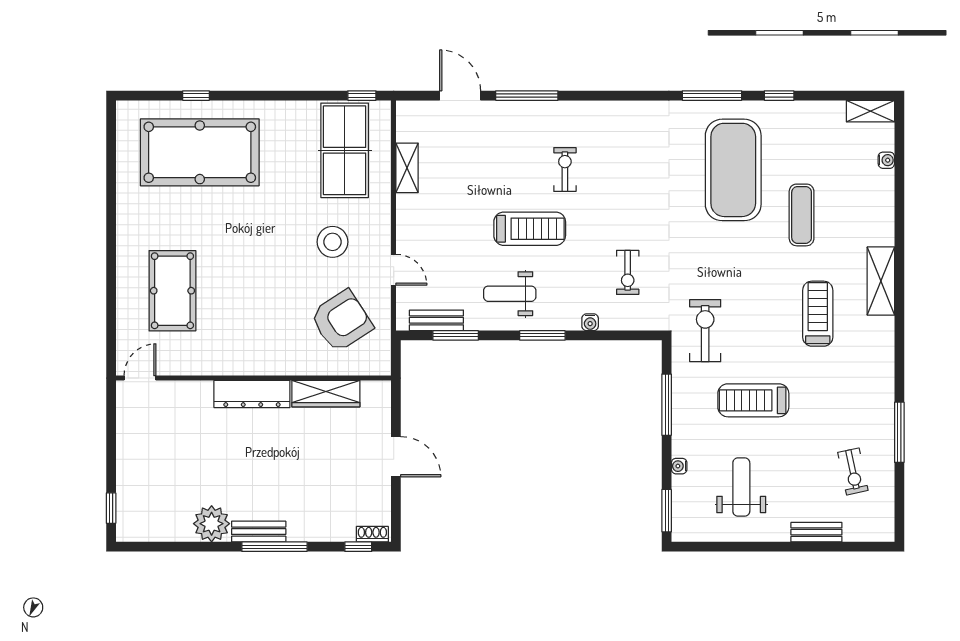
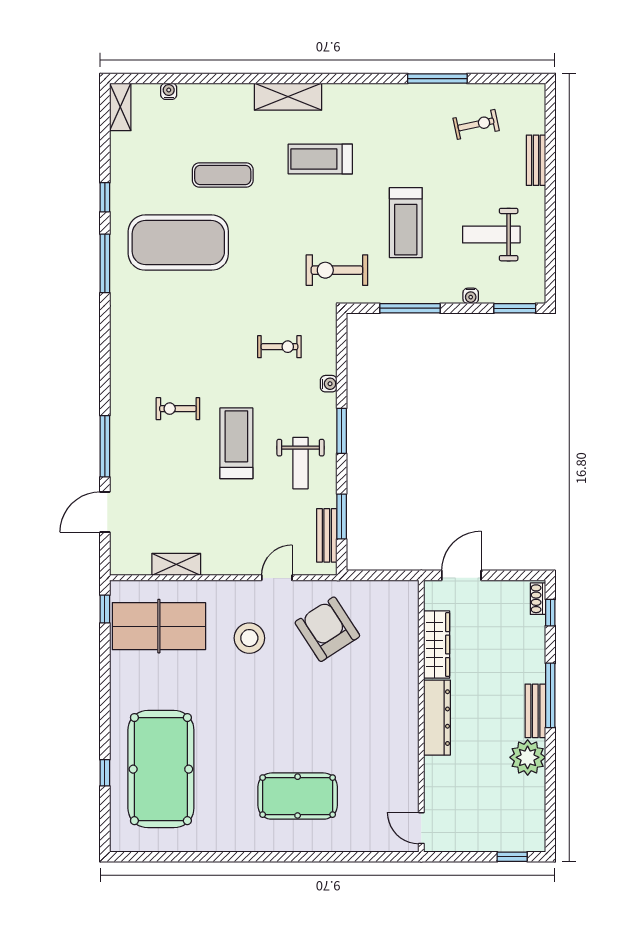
door: (140, 378) -> (421, 828), moved
wall: (253, 378) -> (421, 716), moved
dresser: (252, 394) -> (437, 718), moved
wardrobe: (326, 394) -> (437, 645), moved

